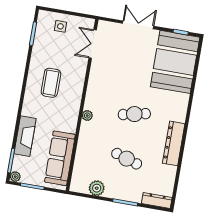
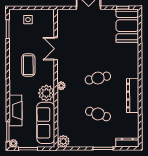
double door: (93, 44) -> (56, 49), moved
booth: (175, 62) -> (127, 26), width x0.73, depth x0.70
plant: (67, 121) -> (46, 93), added
plant: (97, 188) -> (63, 141), moved

